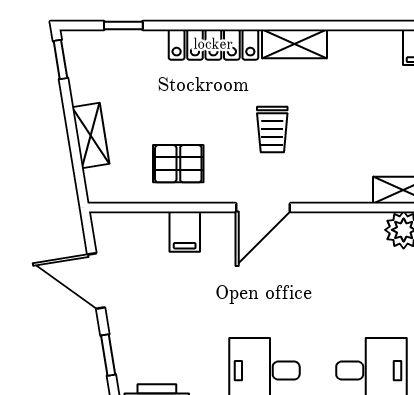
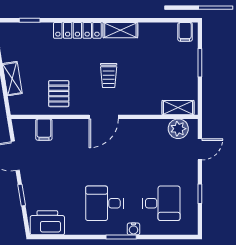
pallet: (178, 164) -> (59, 94), turned 90
filing cabinet: (185, 232) -> (44, 130), moved

